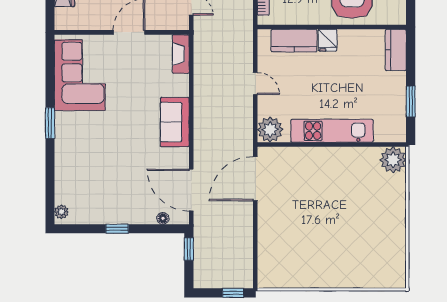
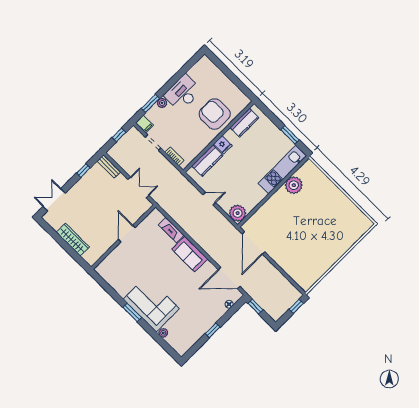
kitchen counter: (396, 50) -> (244, 123), moved, turned -90
fireplace: (181, 54) -> (171, 230), moved
corner sofa: (80, 75) -> (151, 304), moved
kitchen unit: (332, 131) -> (282, 170), moved
plant: (393, 160) -> (294, 185), moved
plant: (61, 212) -> (163, 333), moved

